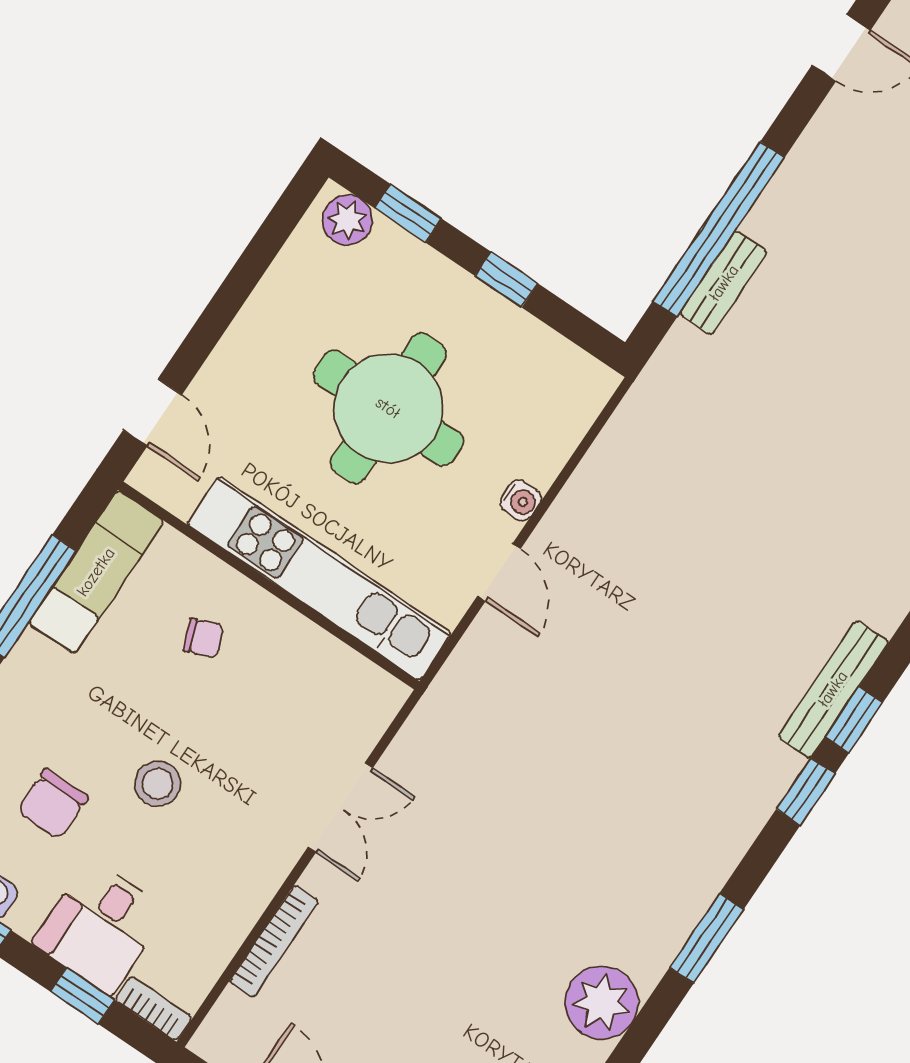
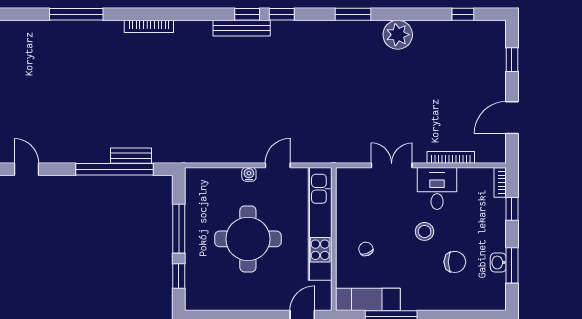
plant: (347, 220) -> (195, 295), removed
window: (506, 280) -> (179, 229), width x2.17
desk: (100, 927) -> (437, 188), moved, turned -90

